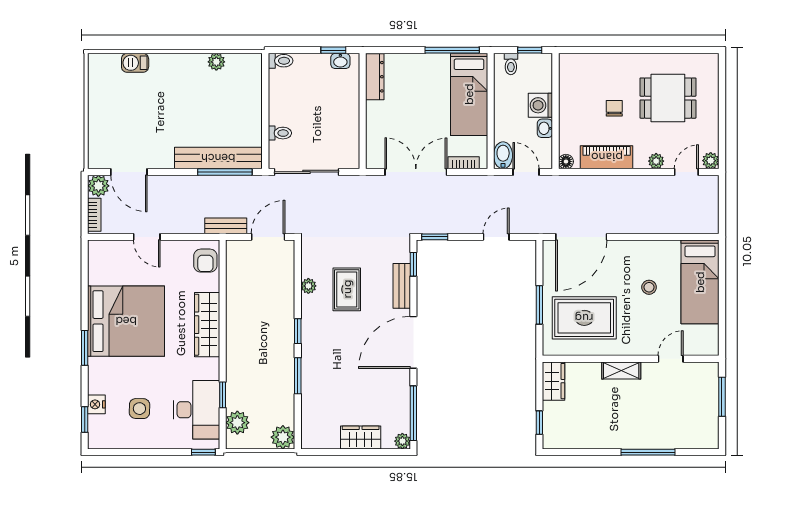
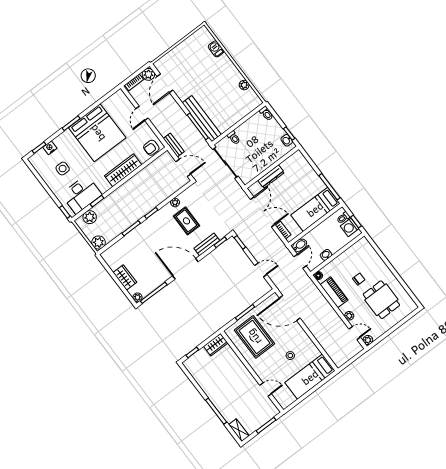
dresser: (375, 77) -> (271, 176), moved
washing machine: (540, 105) -> (350, 227), moved, turned -90
rug: (347, 289) -> (186, 221), turned 90
shelving: (621, 370) -> (239, 430), moved

